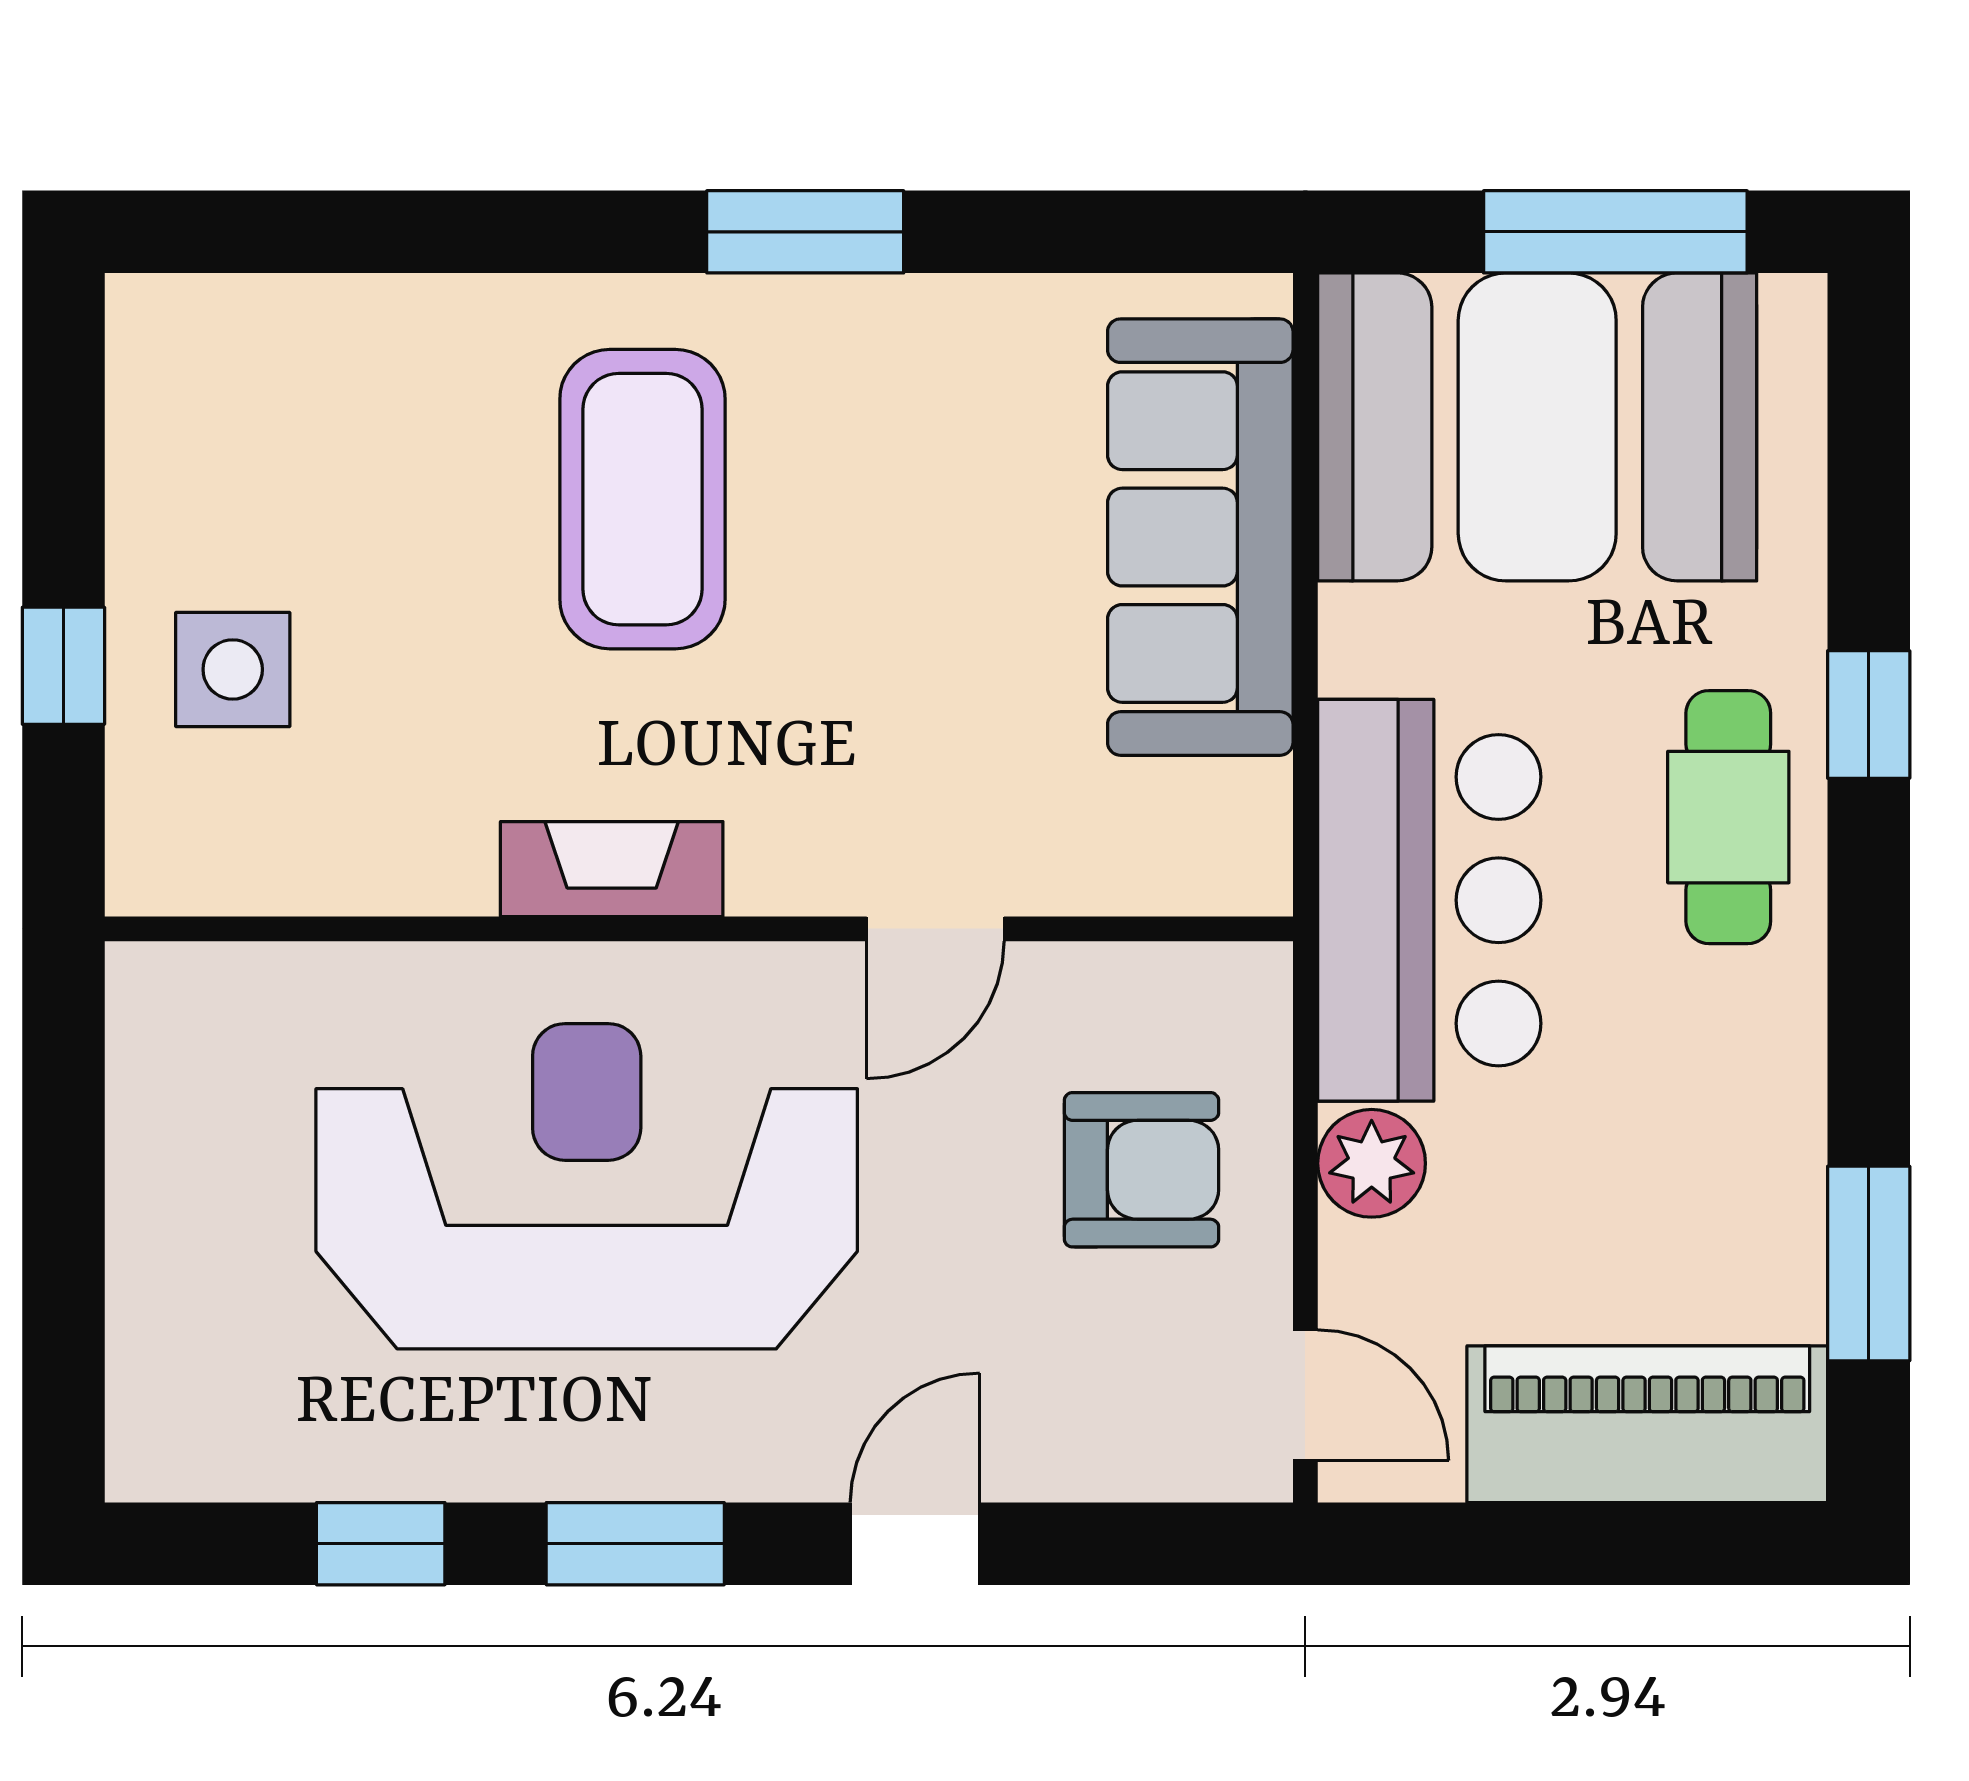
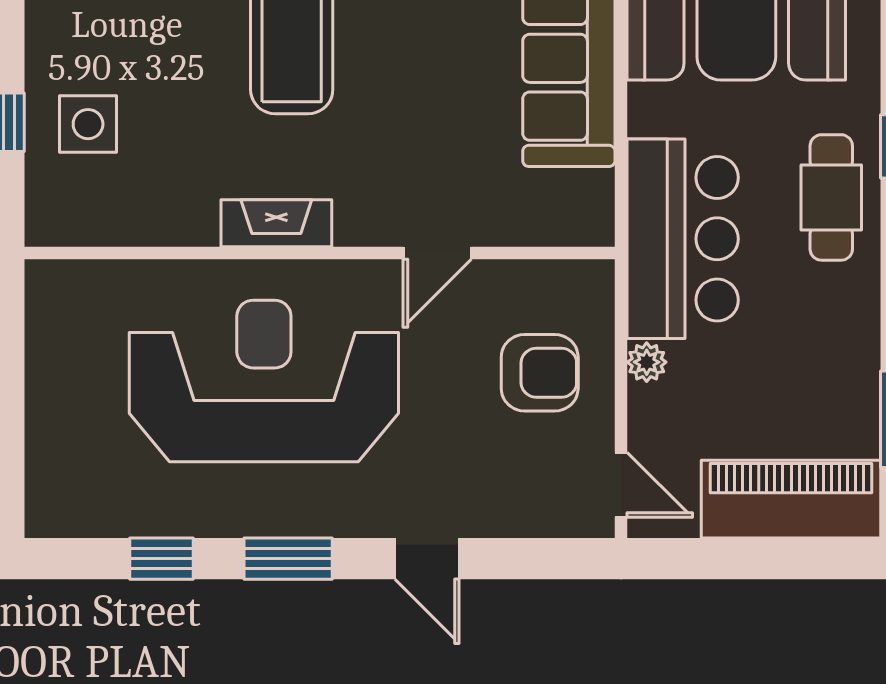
plant: (1372, 1163) -> (647, 362), width x0.73, depth x0.73
door: (915, 1544) -> (427, 559), swing flipped

